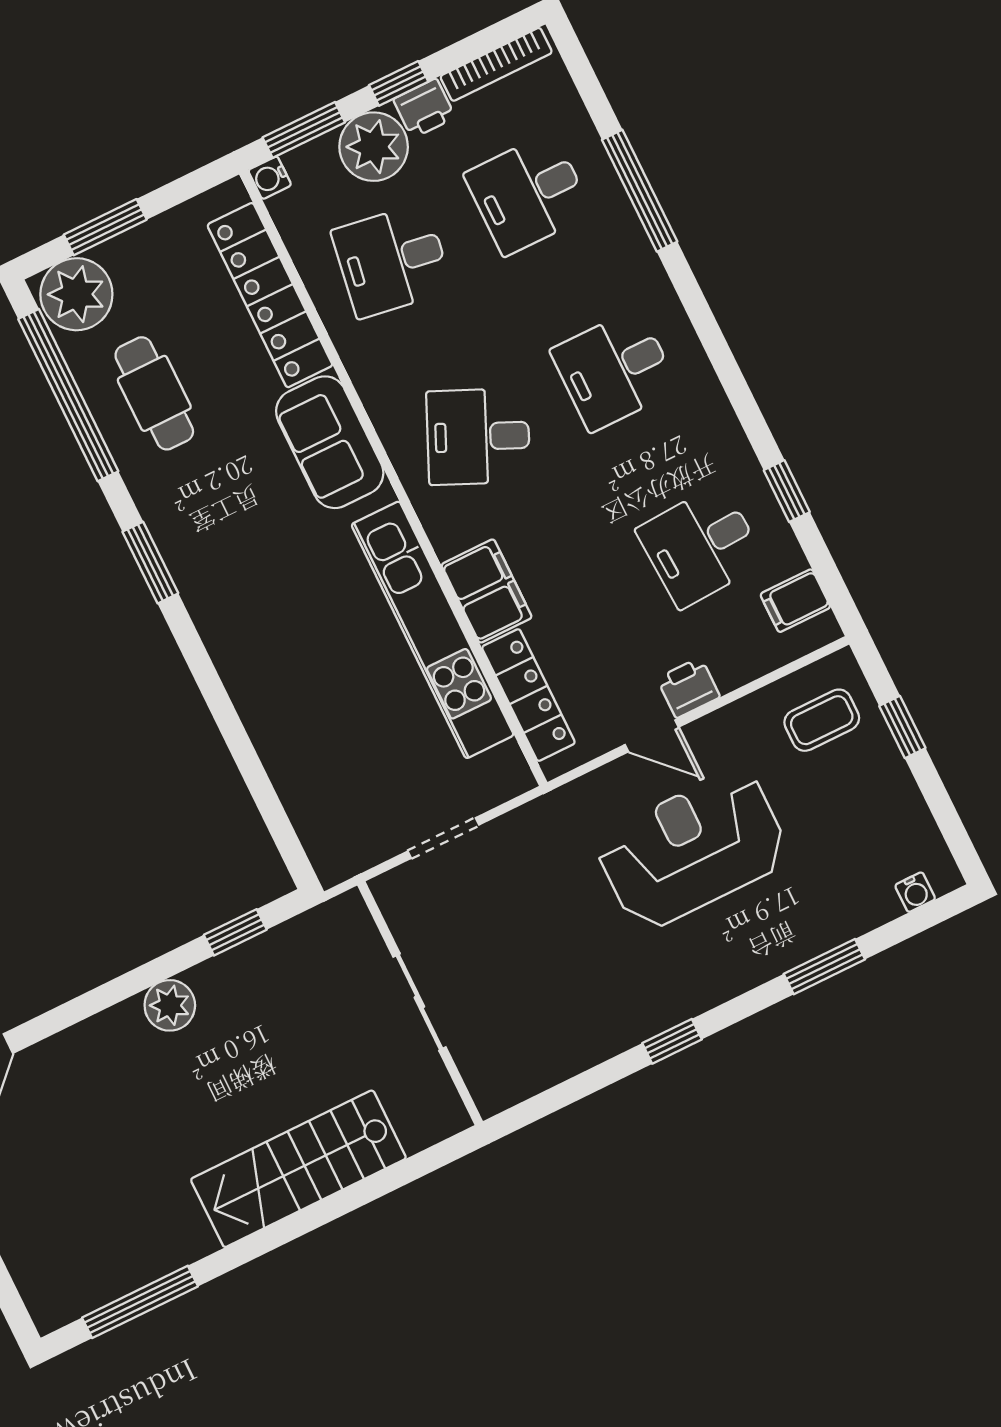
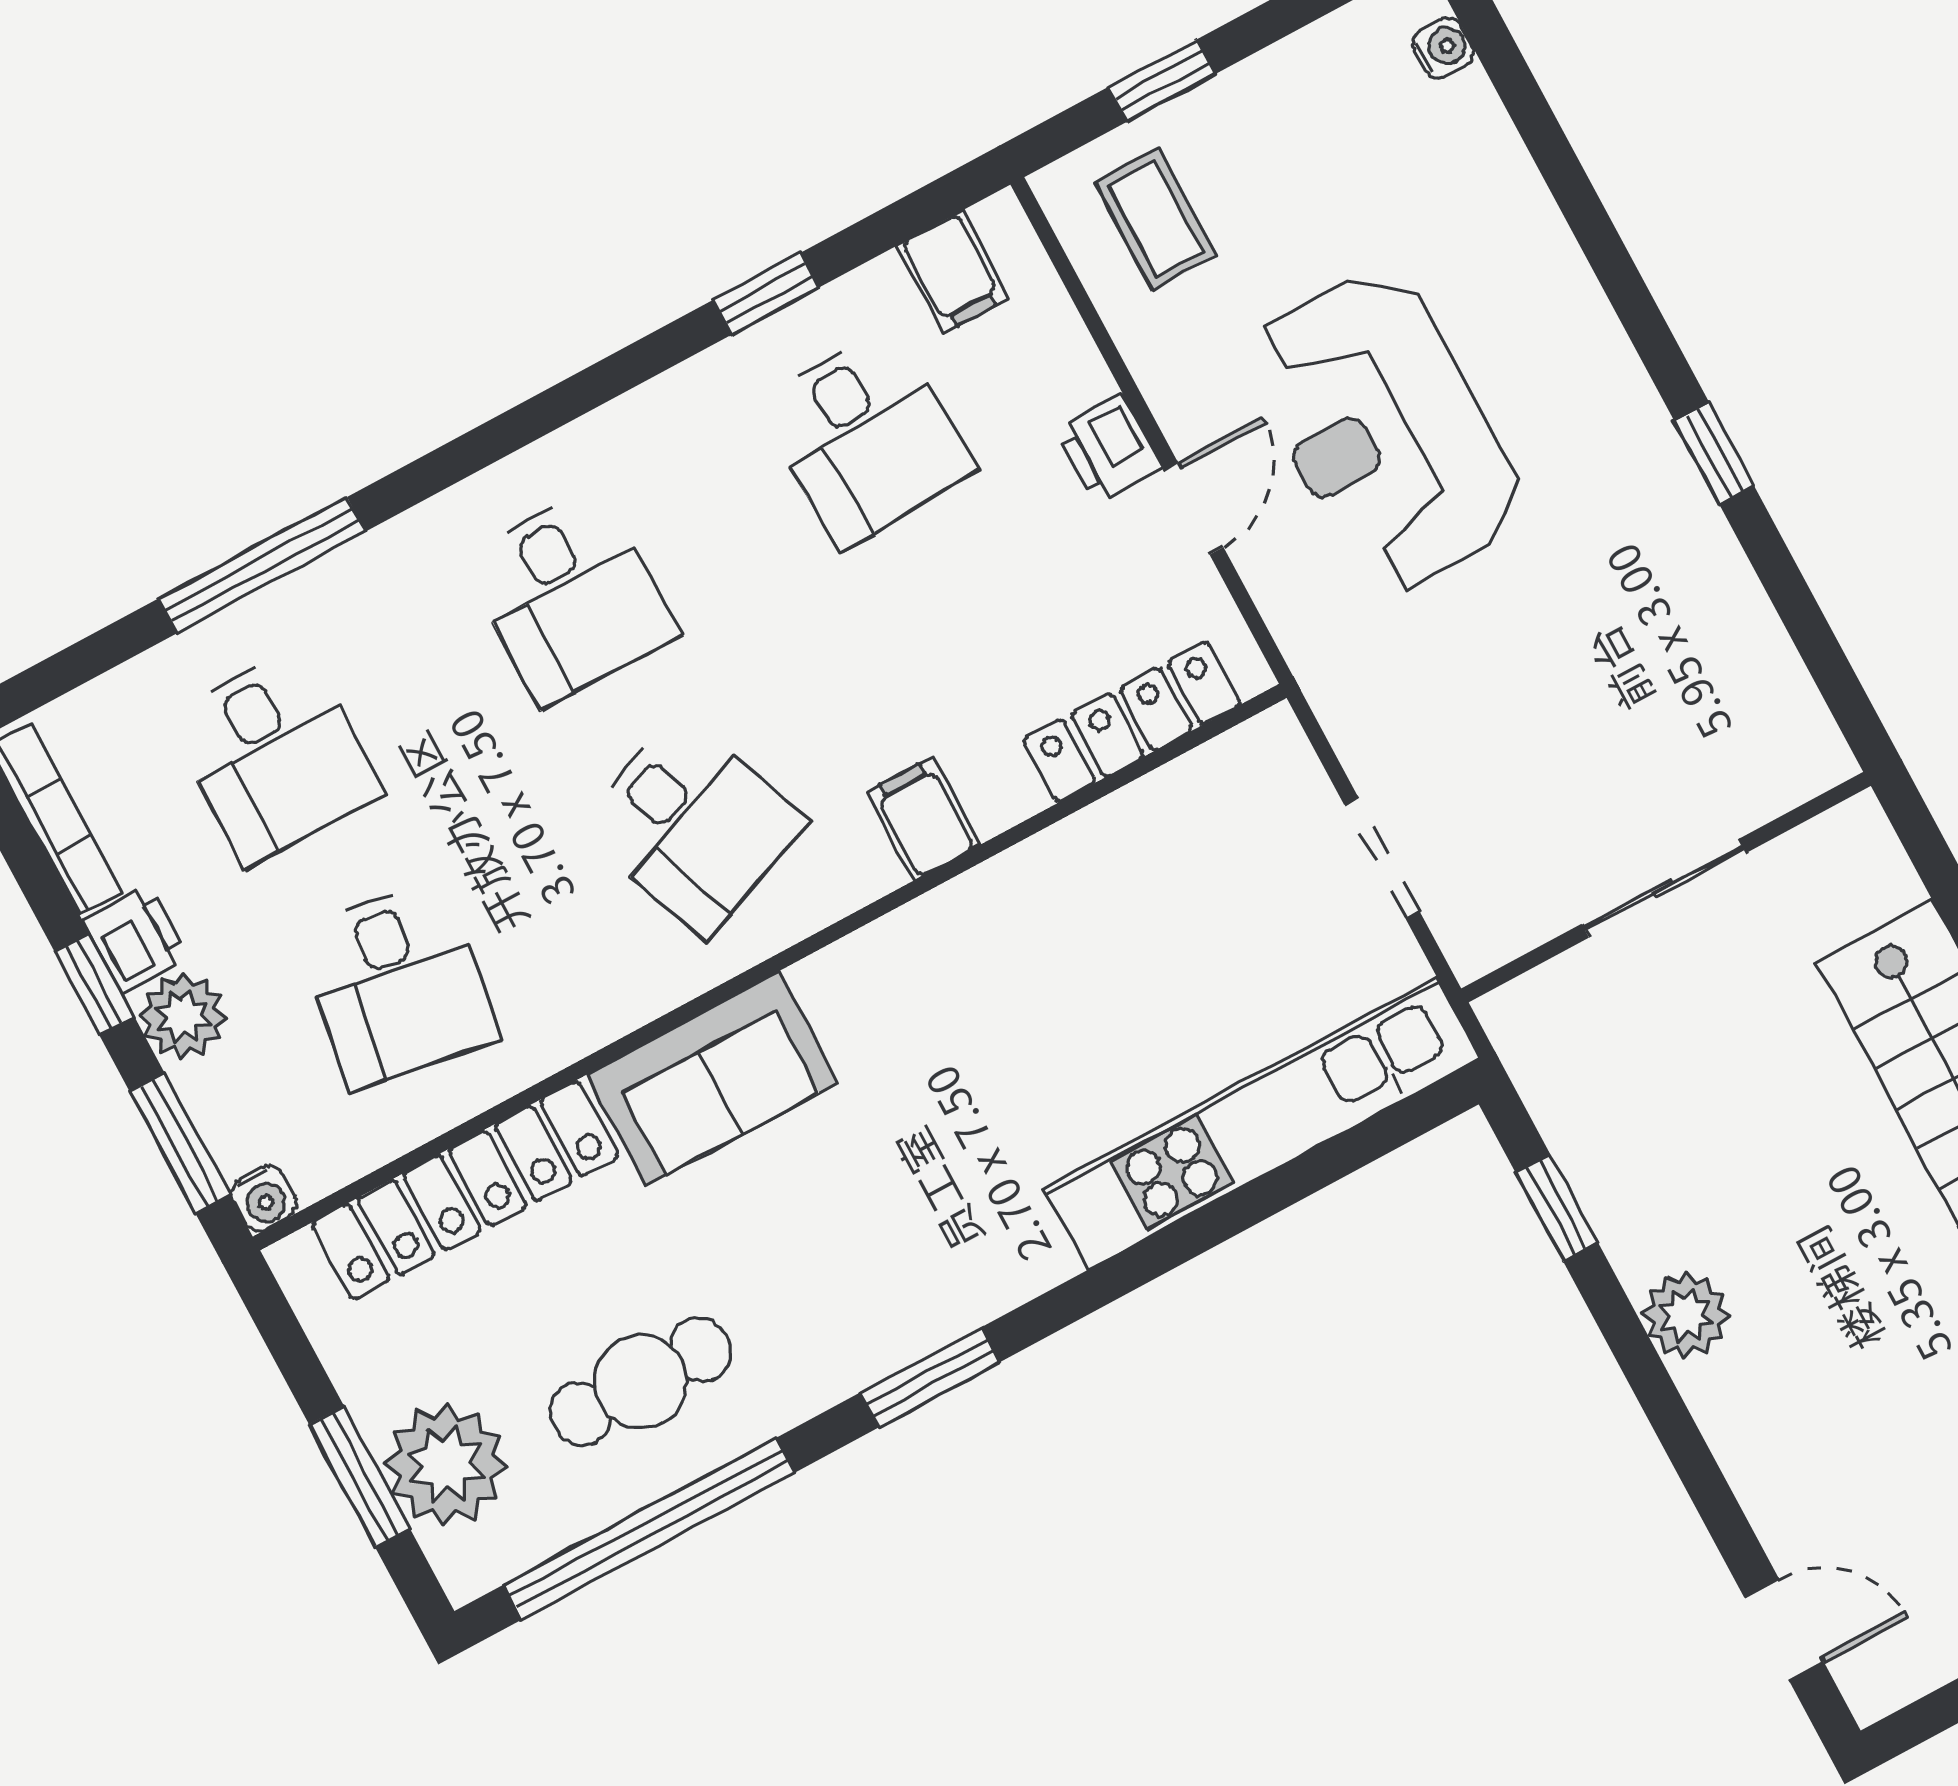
plant: (374, 147) -> (183, 1016), width x0.73, depth x0.73
plant: (76, 294) -> (446, 1465), moved
desk: (478, 437) -> (693, 825), turned -45
filing cabinet: (487, 591) -> (923, 818), width x0.50
kitchen unit: (433, 630) -> (1262, 1124), moved, turned 180
window: (824, 967) -> (1577, 198), removed

